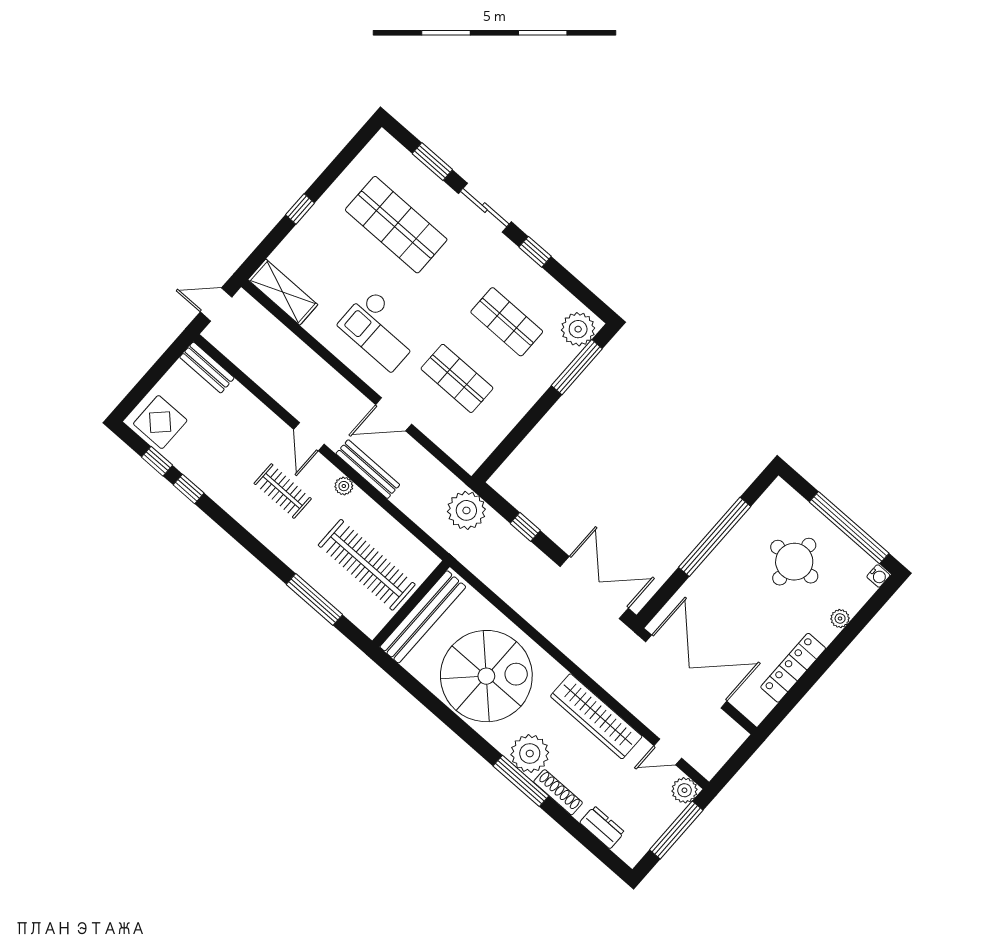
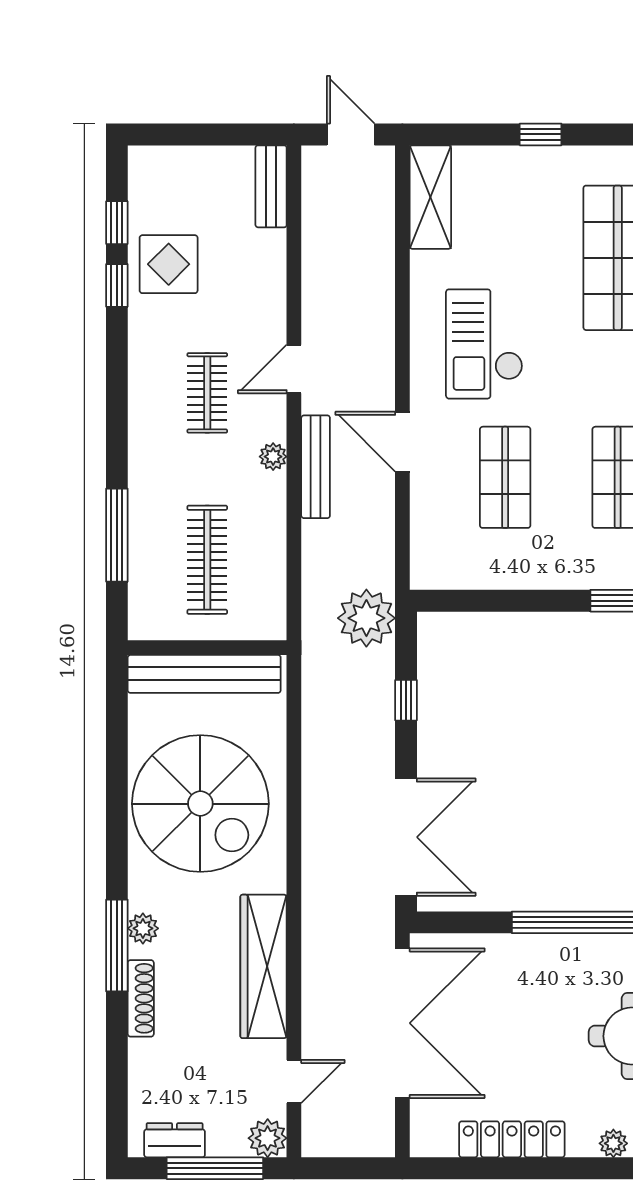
display table: (160, 422) -> (169, 264), moved
clothes rail: (367, 565) -> (207, 560), width x0.73, depth x0.76
door: (668, 752) -> (294, 1082), swing flipped
plant: (530, 753) -> (143, 928), width x0.53, depth x0.53
dresser: (602, 827) -> (175, 1140), moved, turned -90

